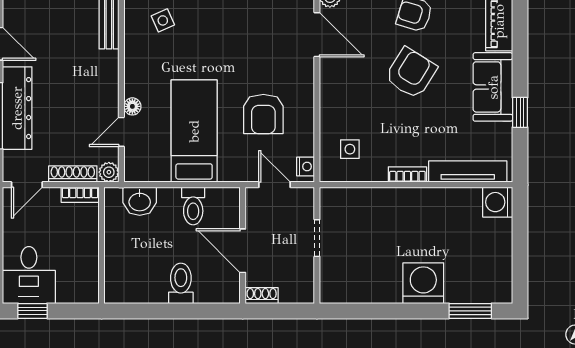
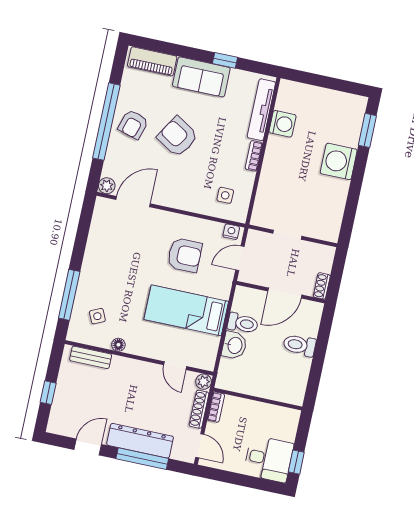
floor lamp: (132, 106) -> (118, 345), moved
washbasin: (140, 201) -> (234, 345), moved
washing machine: (498, 202) -> (283, 124), moved, turned -90

